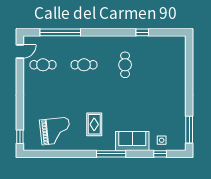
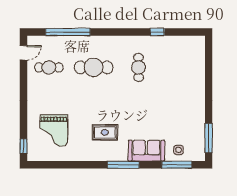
cafe table: (84, 65) -> (94, 67), width x1.37, depth x1.35
rug: (94, 124) -> (105, 133), turned 90
grand piano: (55, 131) -> (54, 131), moved, turned 96
window: (160, 154) -> (177, 165), width x2.17

